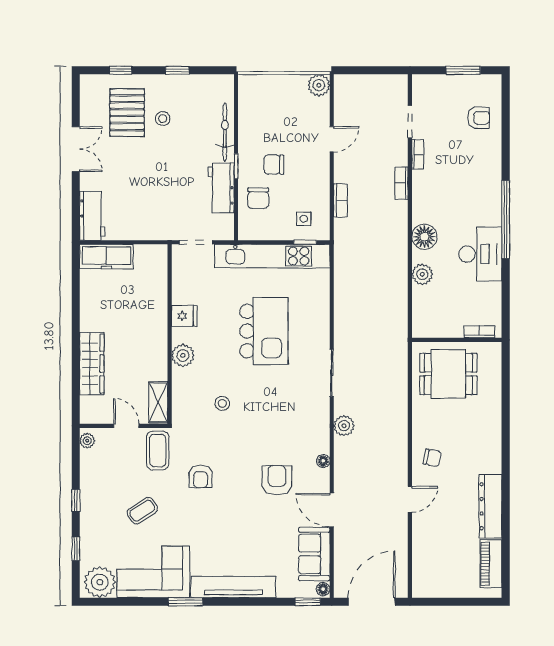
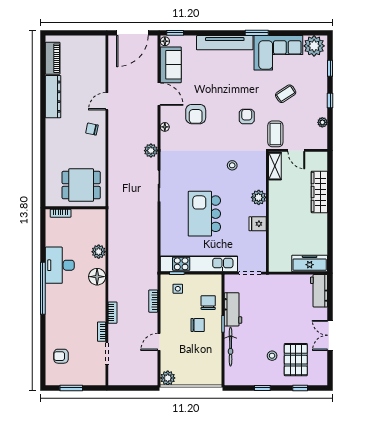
plant: (87, 441) -> (322, 122), moved

